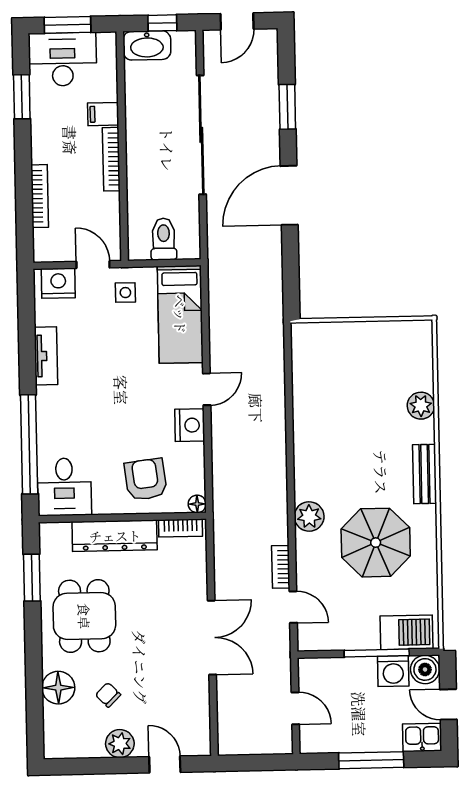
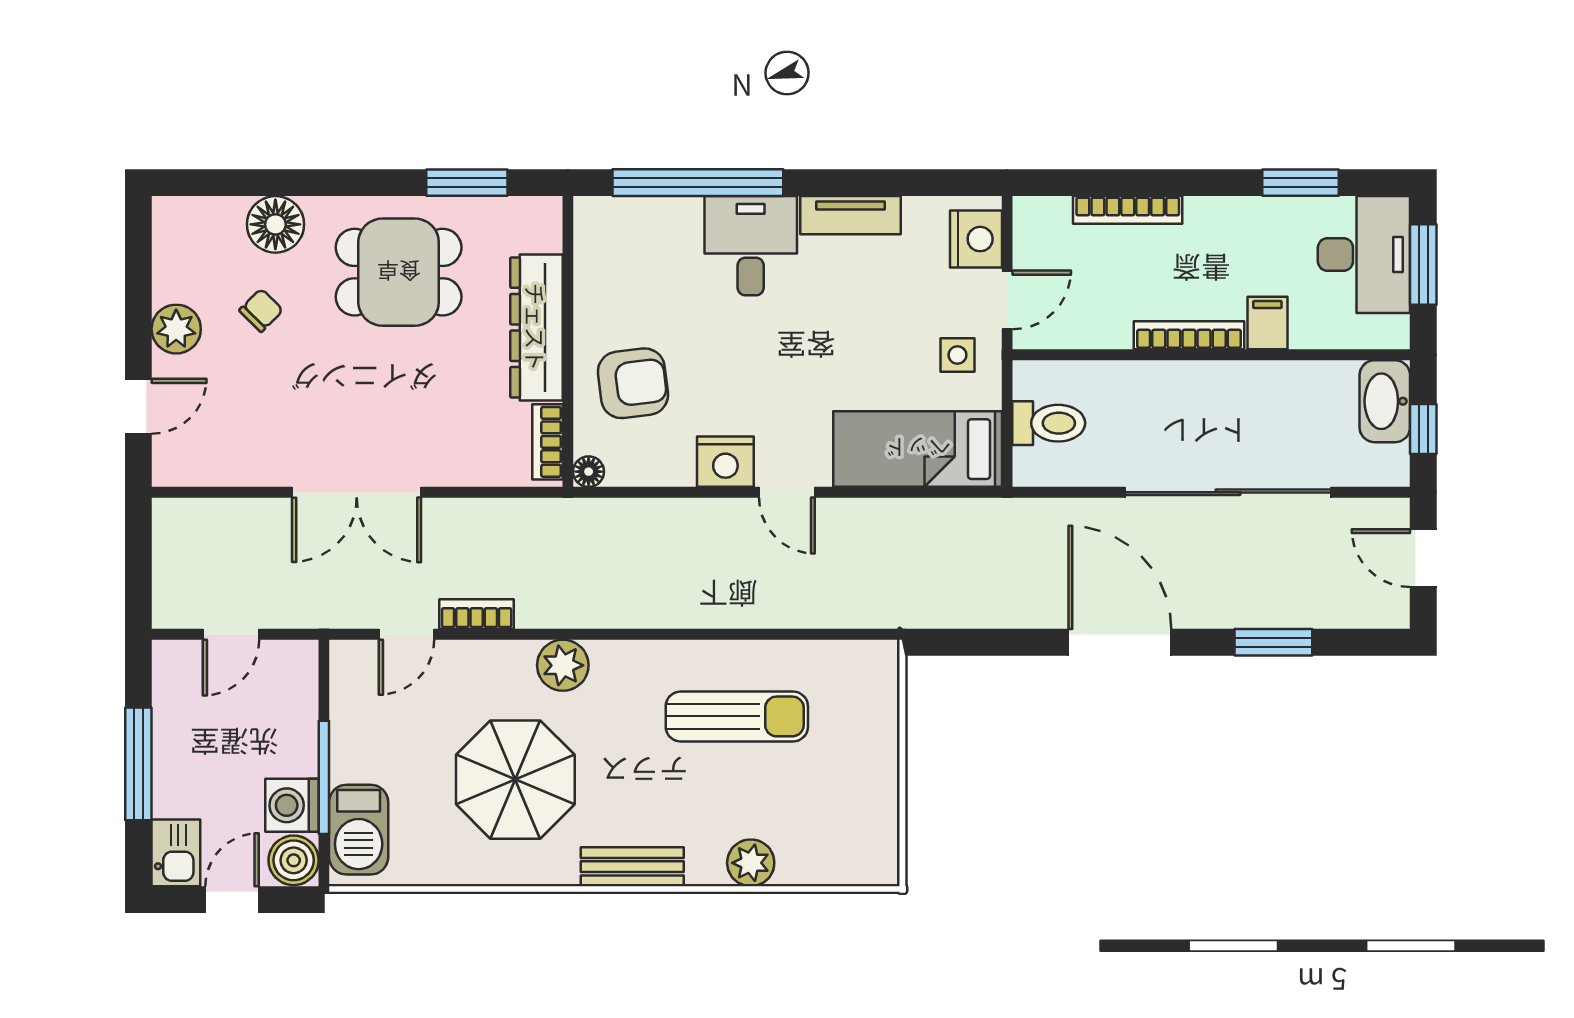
sun lounger: (337, 415) -> (737, 716), added
desk: (64, 487) -> (751, 246), moved, turned 90

